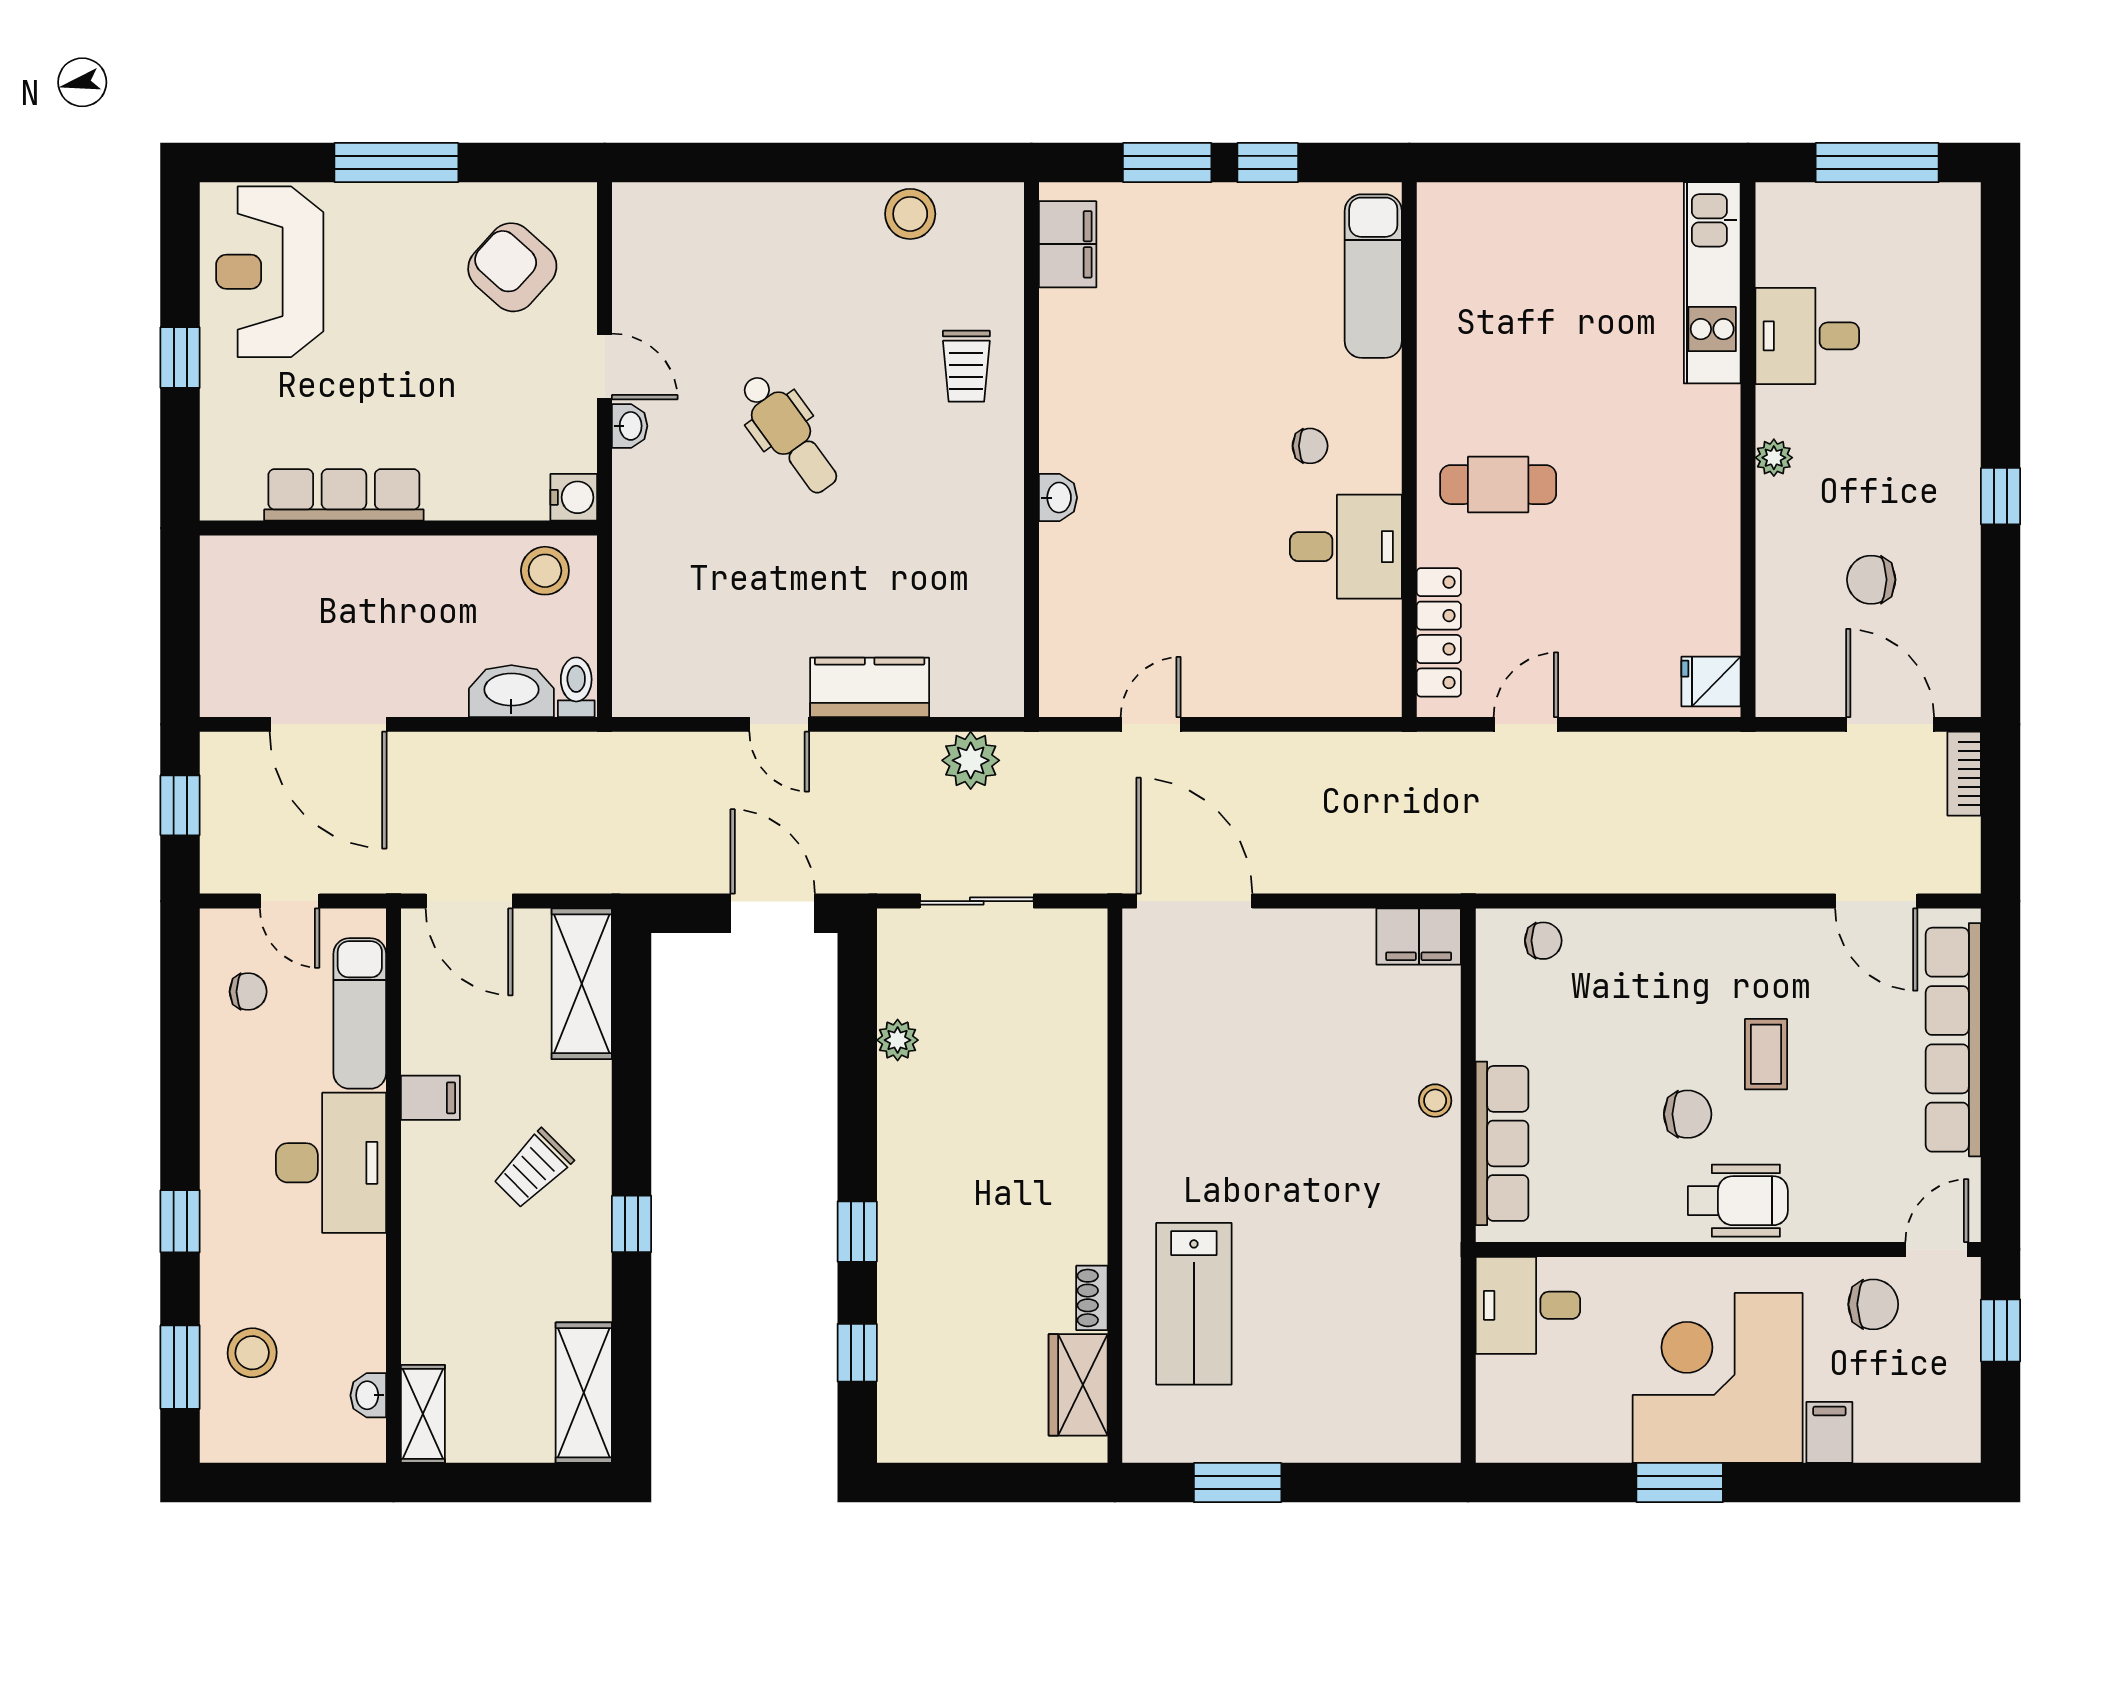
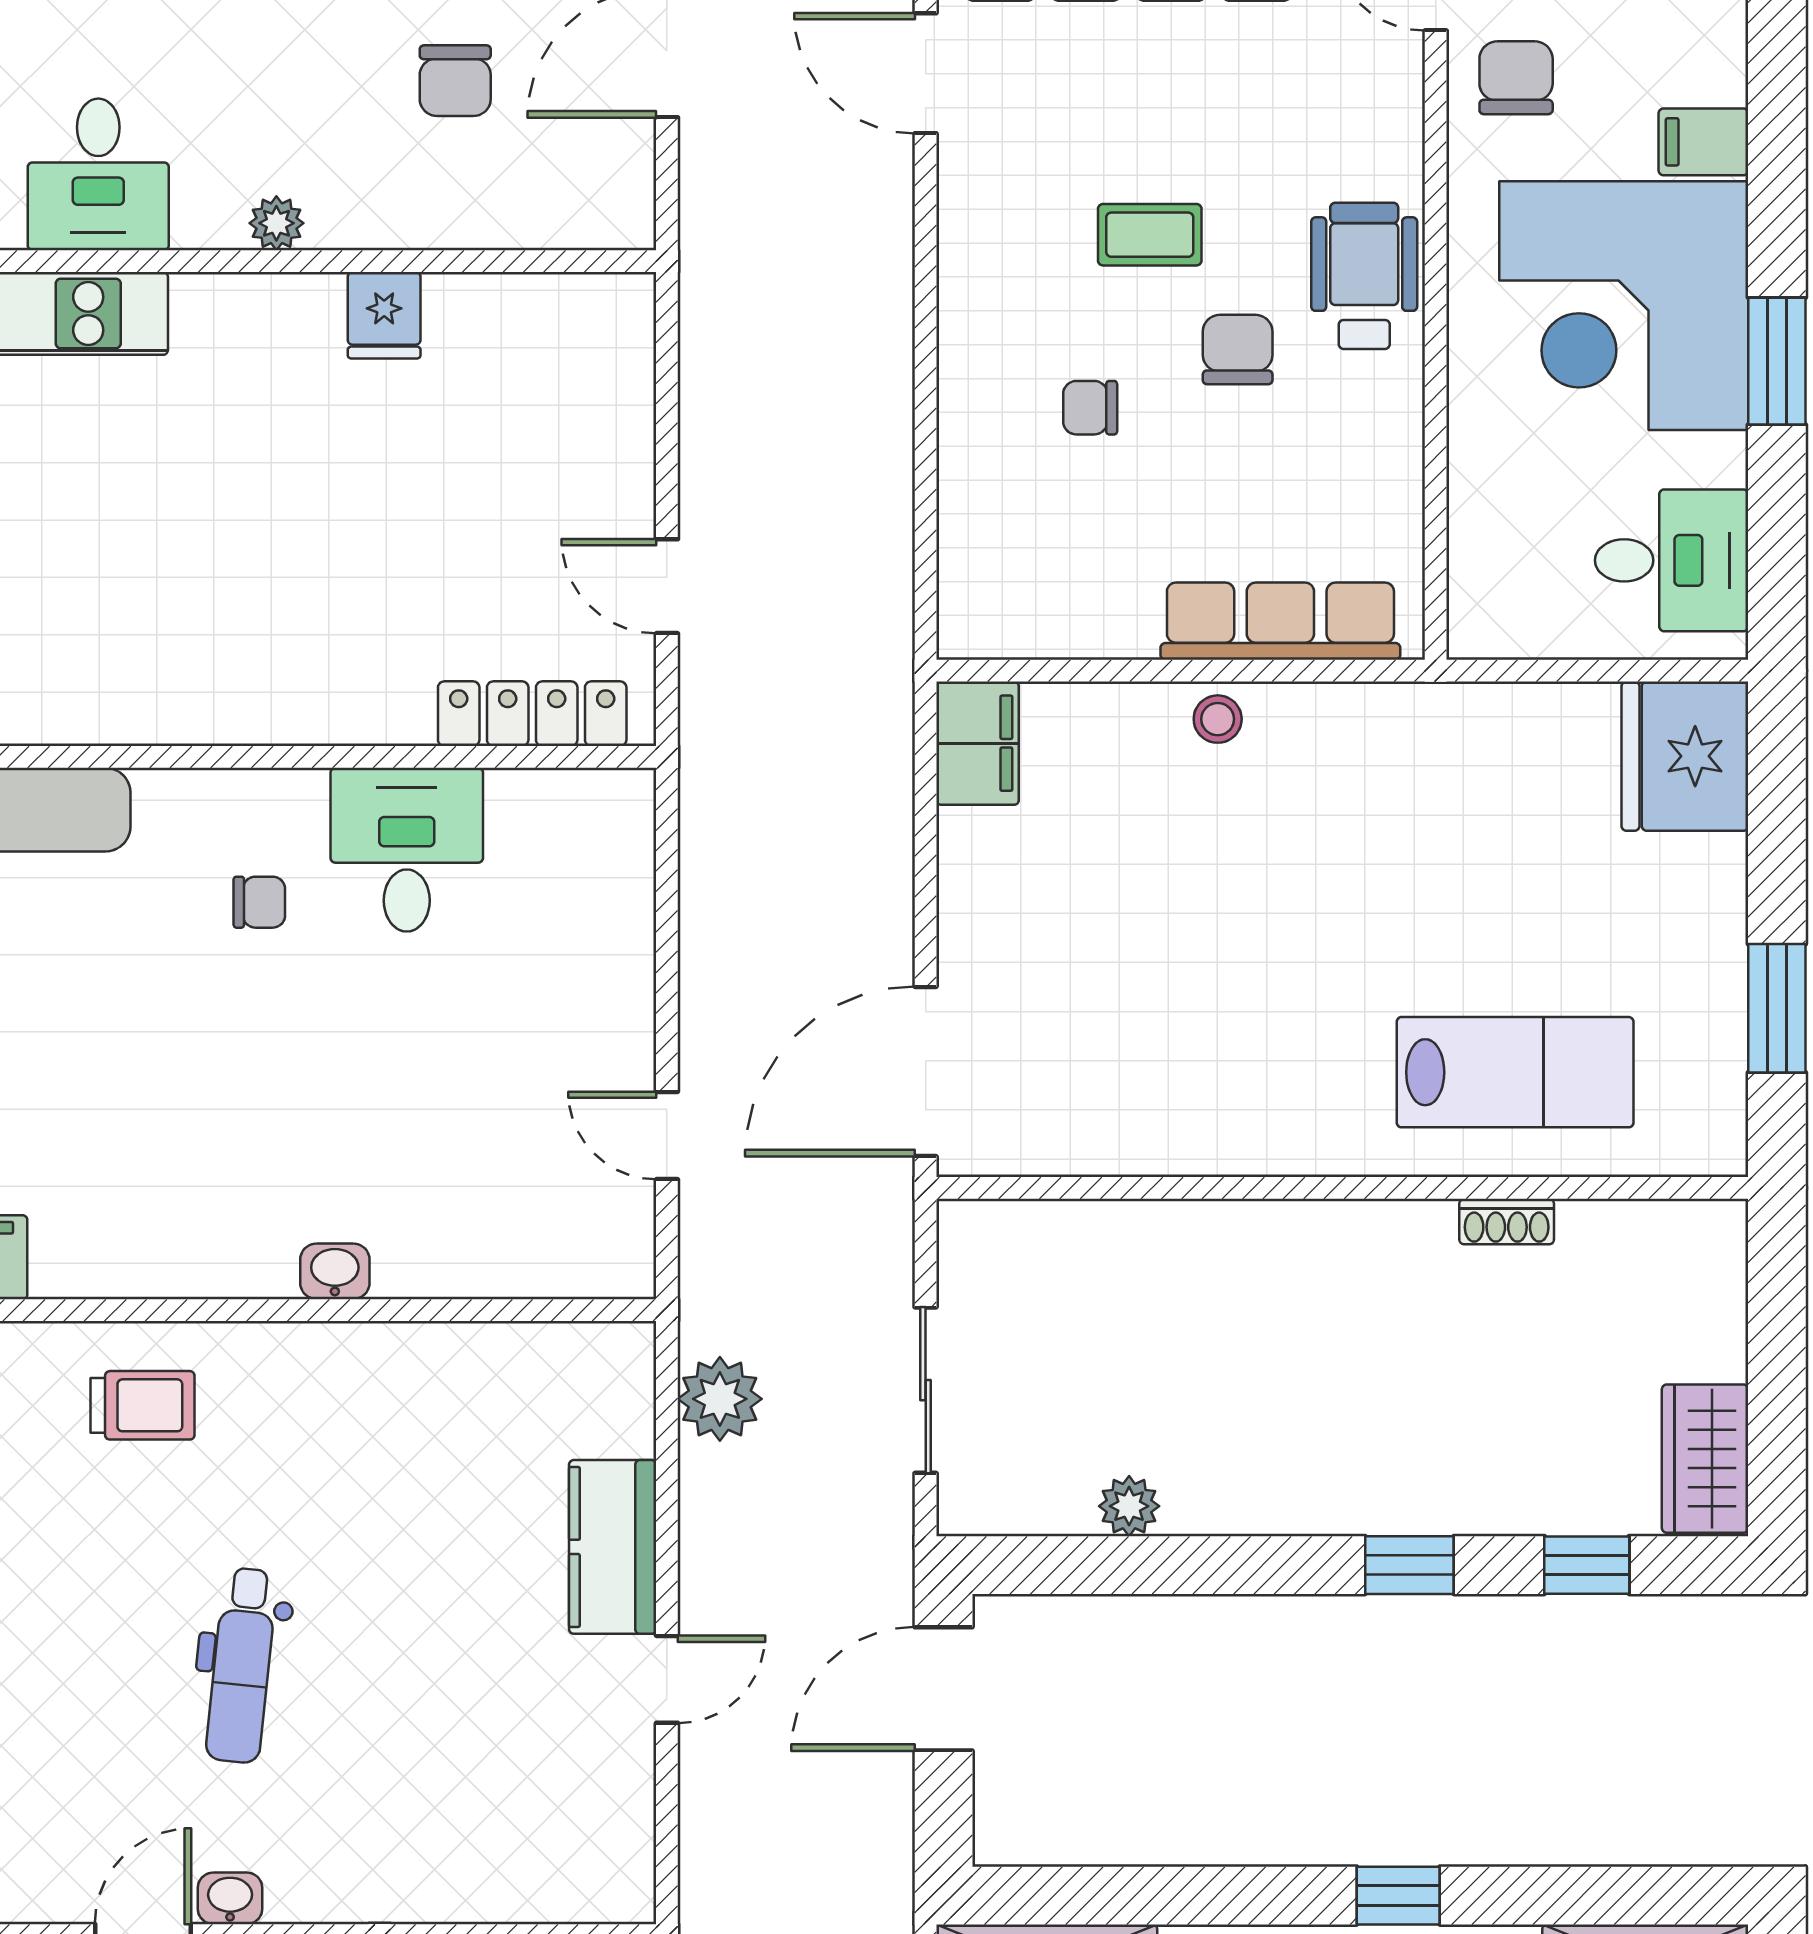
dental chair: (789, 434) -> (242, 1665), turned 132
chair: (1310, 446) -> (259, 902), turned 90
cafe table: (1498, 485) -> (316, 627), removed
fridge: (1711, 682) -> (384, 315), moved
door: (1876, 901) -> (926, 73), swing flipped
chair: (1543, 941) -> (1090, 408), moved, turned -90
desk: (1528, 1305) -> (1672, 560), moved, turned -90
wardrobe: (1078, 1385) -> (1705, 1459), moved, turned 90
fridge: (1410, 1420) -> (1685, 756), added

